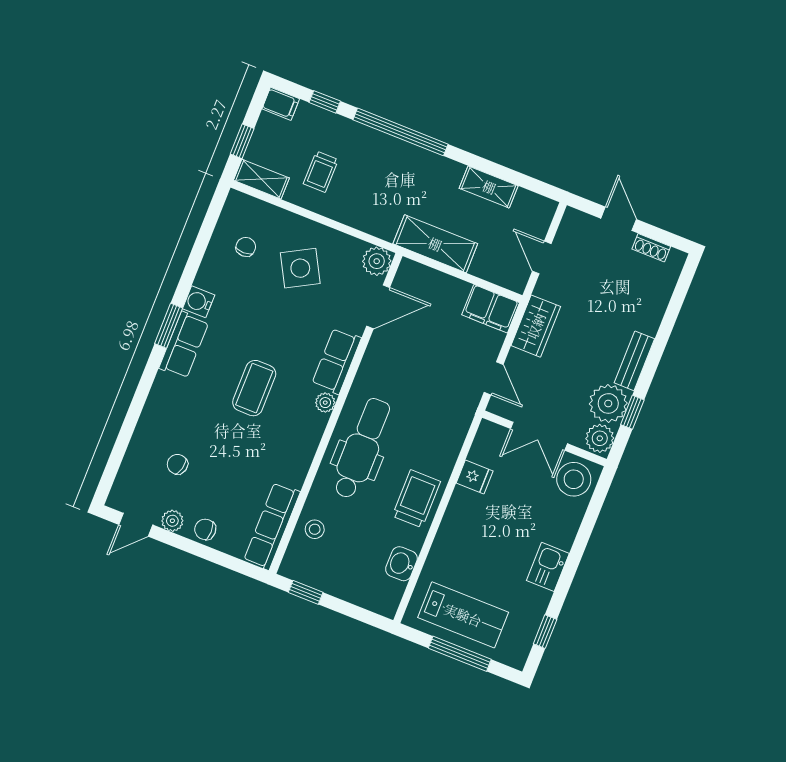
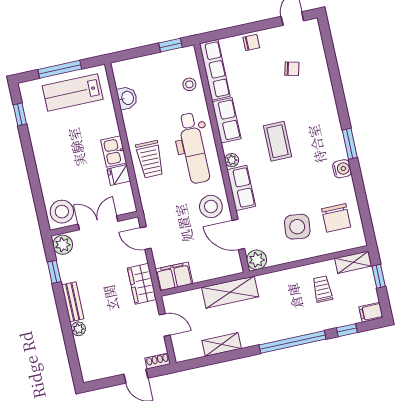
chair: (246, 247) -> (336, 218), width x1.87, depth x1.87
shoe rack: (651, 248) -> (158, 361), moved
side table: (300, 268) -> (297, 227), turned 36
door: (378, 307) -> (238, 235), hinge flipped
row of seats: (184, 345) -> (227, 120), moved, turned 180
stool: (389, 363) -> (211, 206), added
plant: (608, 403) -> (78, 329), moved, width x0.53, depth x0.53
trolley: (416, 499) -> (150, 159), moved
plant: (172, 521) -> (273, 35), removed
kitchen sink: (548, 567) -> (114, 152), moved, turned 180

